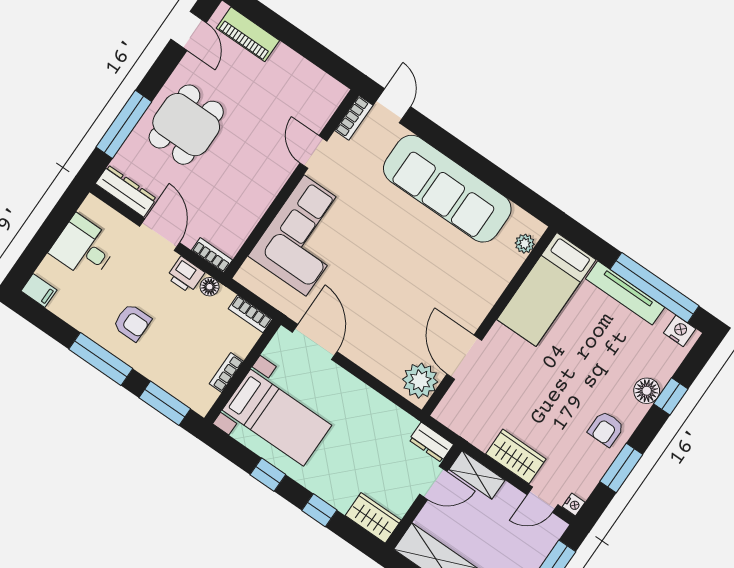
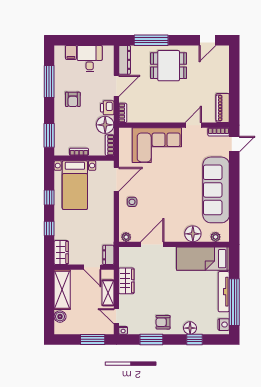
piano: (248, 34) -> (223, 108), moved
floor lamp: (493, 278) -> (193, 234), added
floor lamp: (210, 287) -> (105, 125), width x1.89, depth x1.89
filing cabinet: (39, 290) -> (71, 52), moved
side table: (370, 342) -> (132, 202), added
window: (101, 359) -> (49, 81), moved
plant: (420, 381) -> (126, 237), width x0.53, depth x0.53
wardrobe: (516, 456) -> (126, 281), moved
shelving: (477, 475) -> (108, 293), moved

